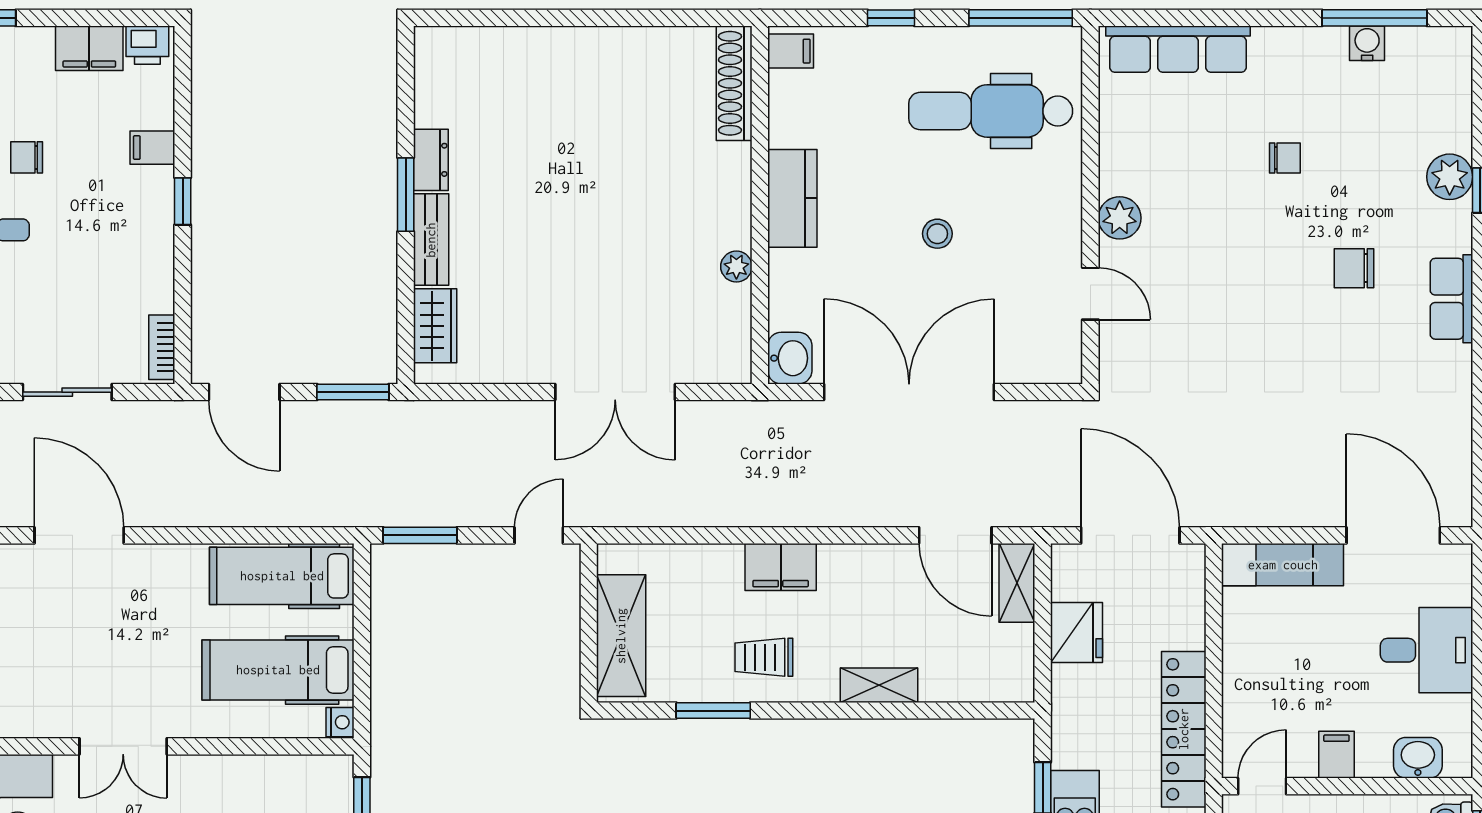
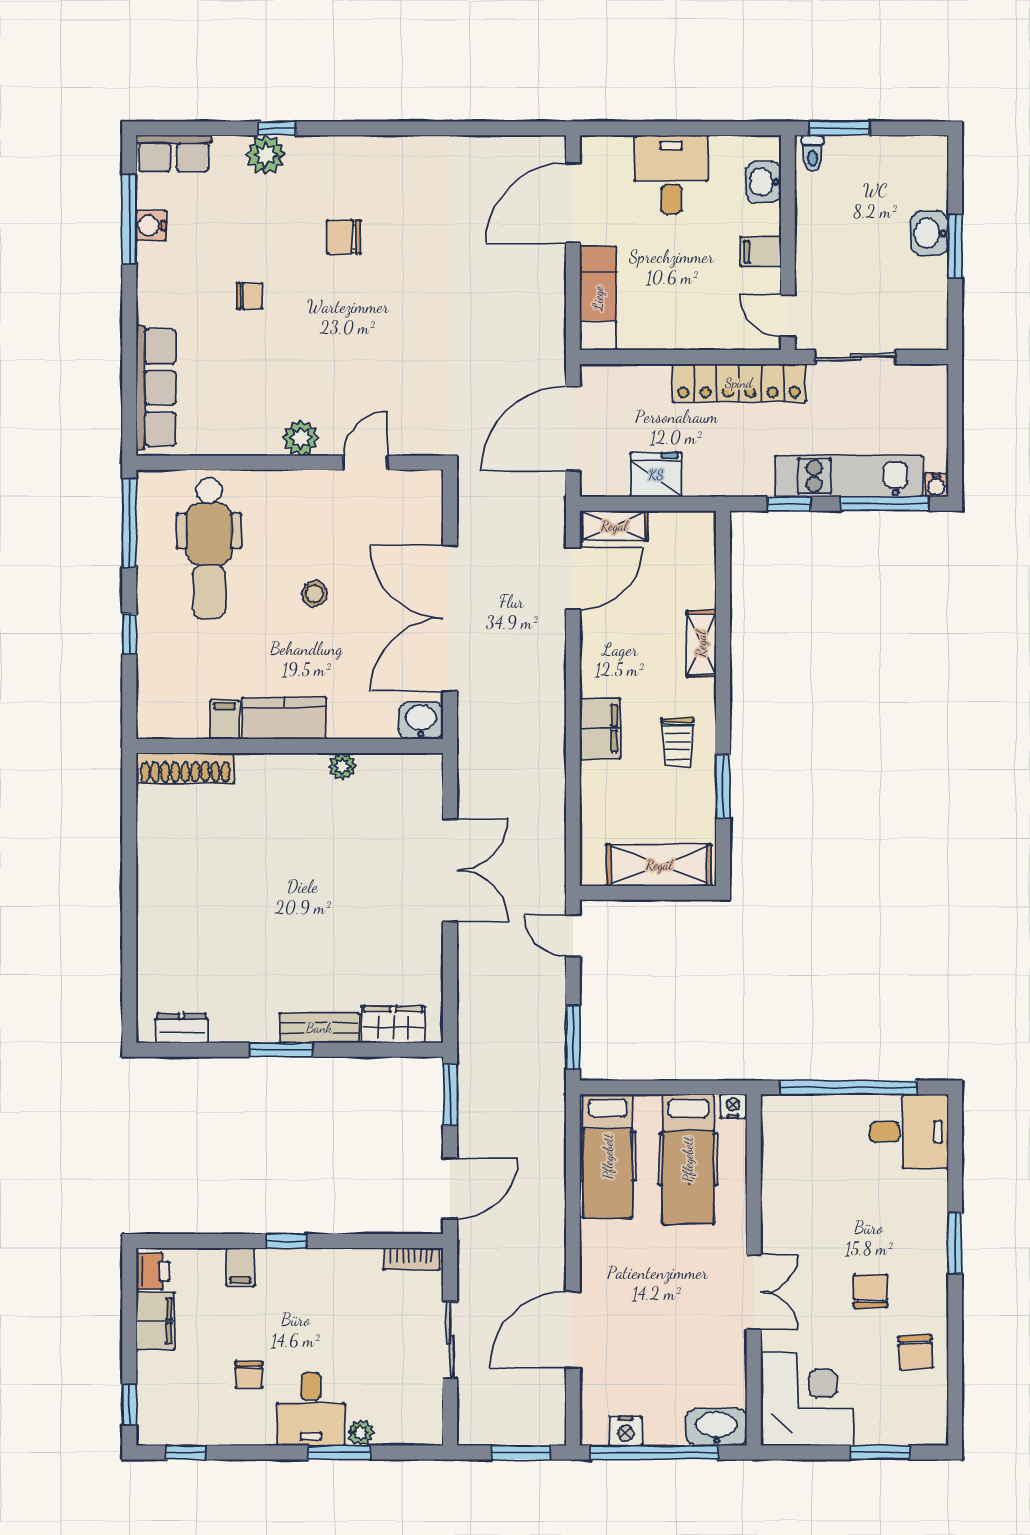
filing cabinet: (791, 51) -> (225, 720), moved
chair: (1285, 158) -> (249, 296), turned 90
dresser: (431, 160) -> (182, 1028), moved
chair: (1354, 268) -> (344, 237), turned 90
row of seats: (1451, 299) -> (174, 153), moved

